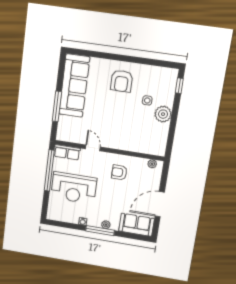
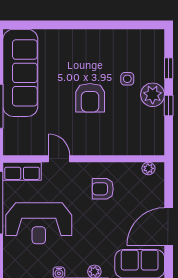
armchair: (122, 81) -> (90, 98), moved
window: (179, 86) -> (169, 68), moved
window: (173, 123) -> (169, 106), added

